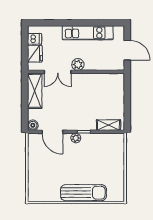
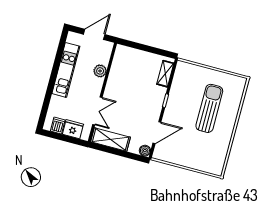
plant: (78, 64) -> (100, 71), moved
plant: (76, 138) -> (170, 110), removed
sun lounger: (84, 193) -> (209, 108), moved

